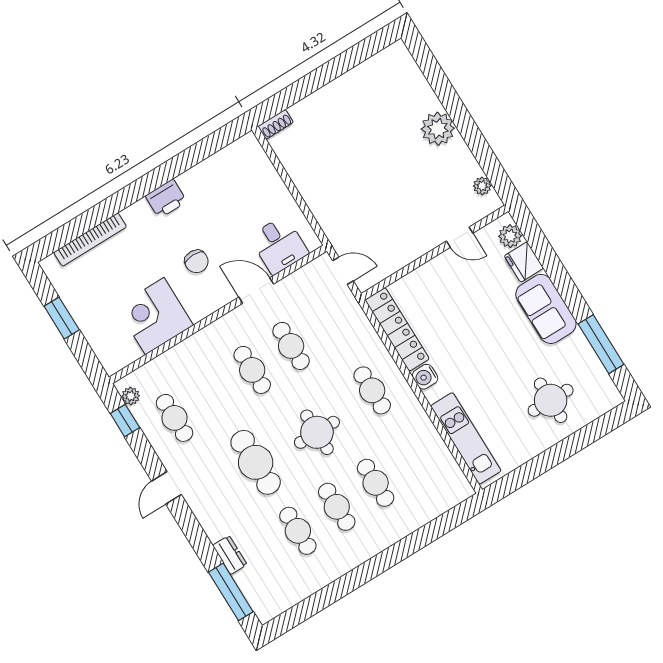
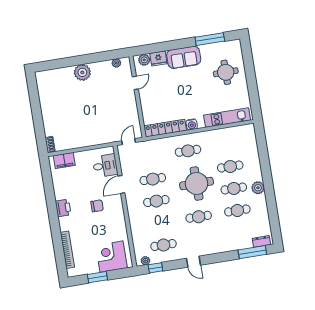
filing cabinet: (257, 164) -> (64, 160), added
corner desk: (155, 316) -> (112, 257), moved, turned 90
round table: (317, 432) -> (197, 184), width x1.36, depth x1.36
cafe table: (256, 462) -> (199, 217), width x0.73, depth x0.74
plant: (357, 552) -> (258, 188), added
dresser: (230, 555) -> (261, 241), moved

